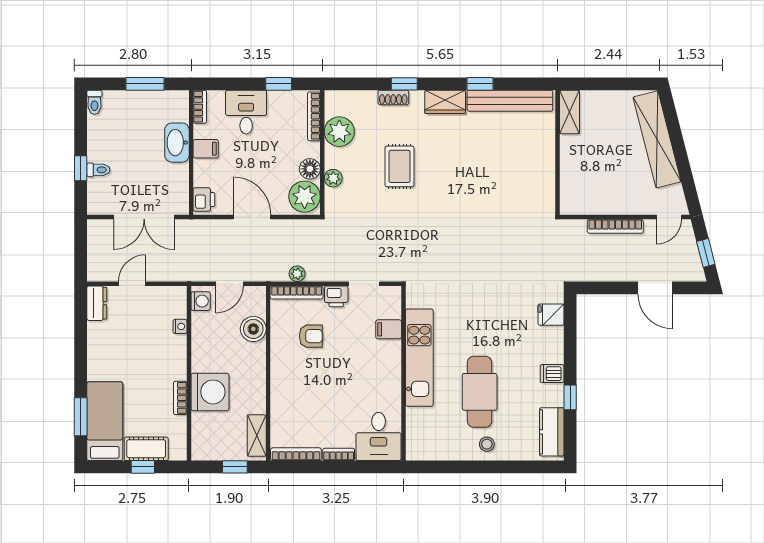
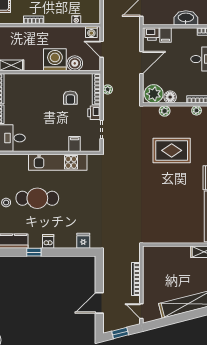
plant: (339, 132) -> (197, 110), width x0.53, depth x0.53
filing cabinet: (206, 149) -> (165, 35), moved
rug: (400, 166) -> (172, 150), width x1.36, depth x1.43
washing machine: (210, 392) -> (55, 60), moved, turned 180

